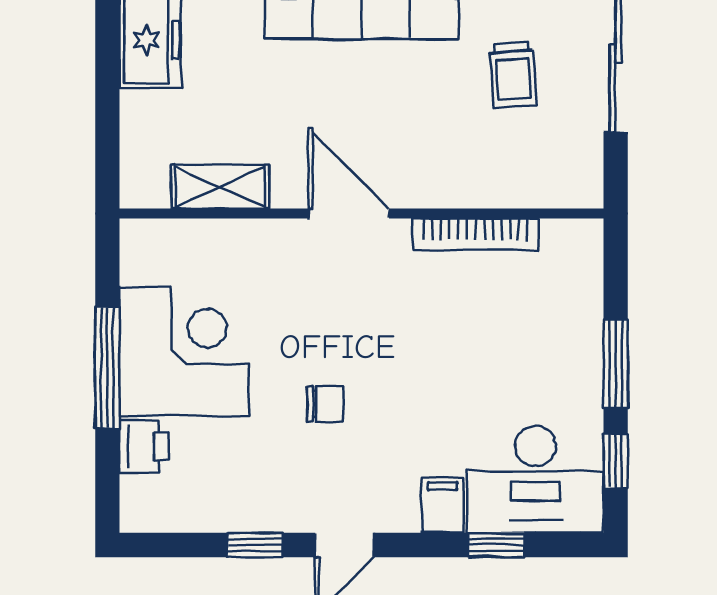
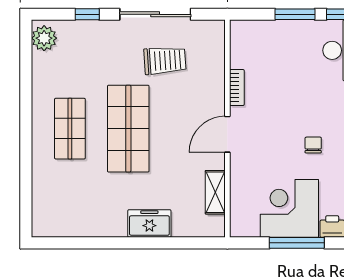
trolley: (513, 75) -> (165, 60), width x1.36, depth x1.39
bookcase: (475, 234) -> (237, 88), width x0.64

